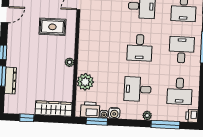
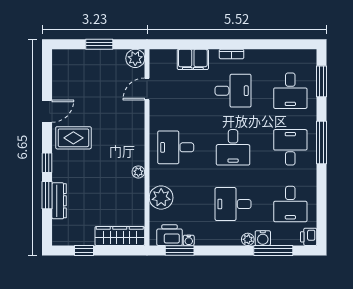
rug: (52, 27) -> (73, 138), moved
desk: (98, 46) -> (176, 147), added
water cooler: (114, 113) -> (263, 238), moved

